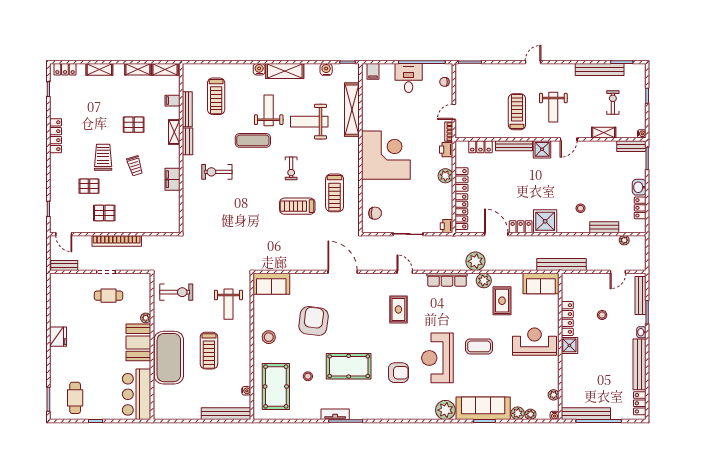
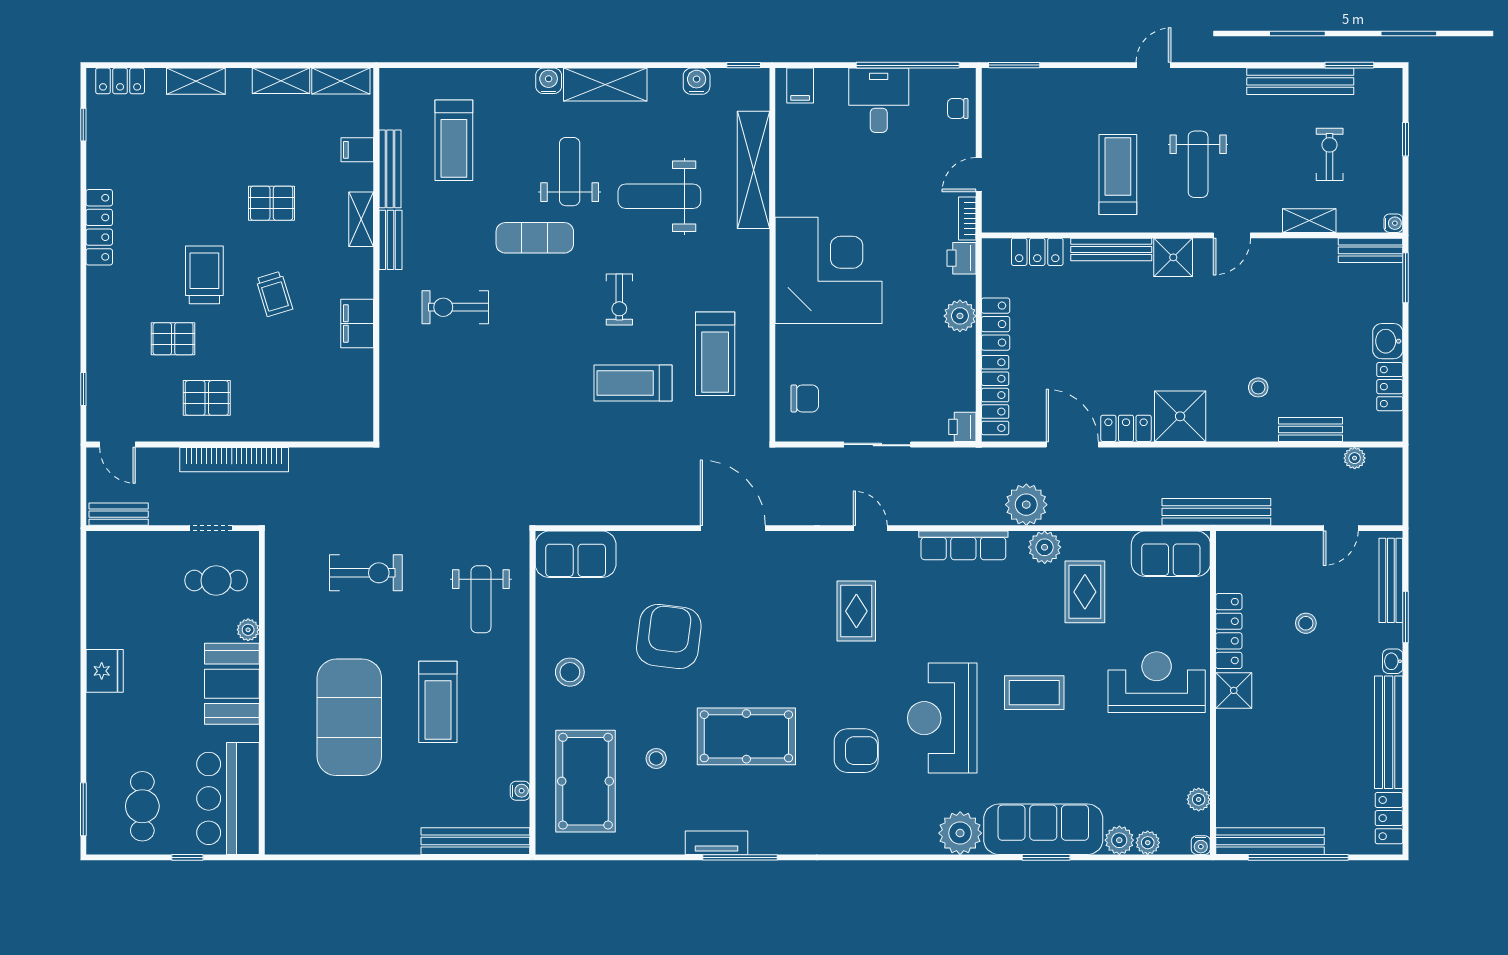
plant: (146, 318) -> (248, 630), moved
booth: (138, 342) -> (232, 684), moved
wall: (152, 346) -> (262, 693), moved
bar counter: (137, 394) -> (228, 798), moved

